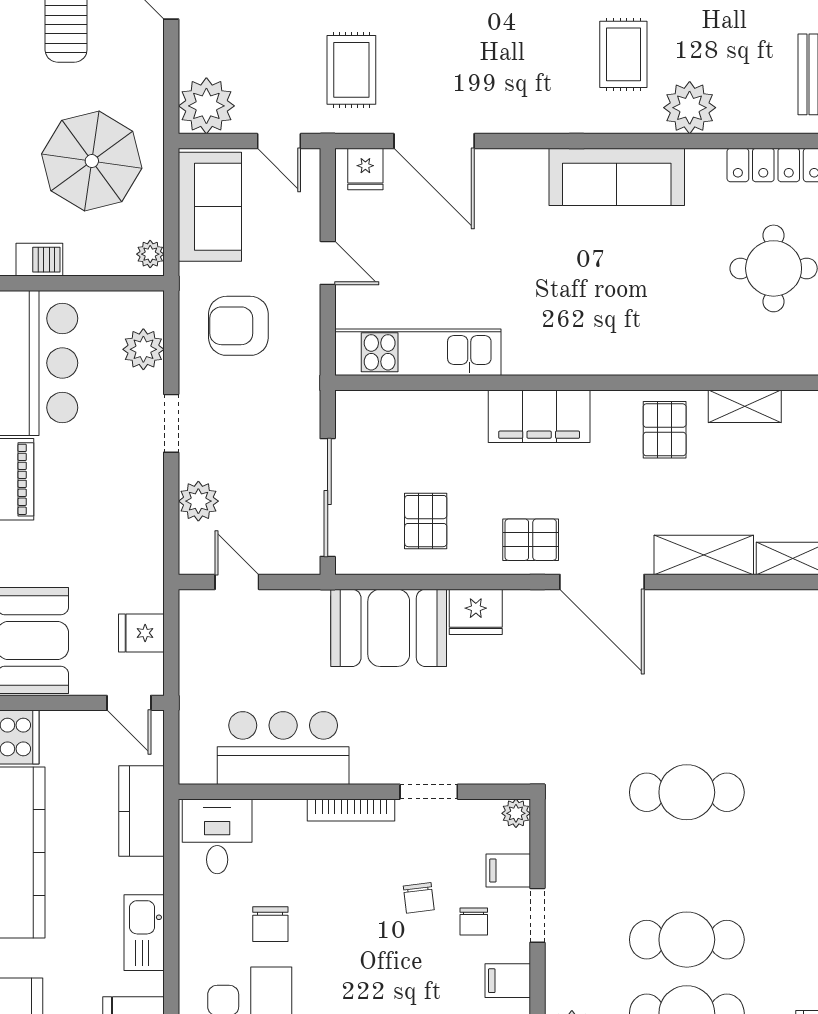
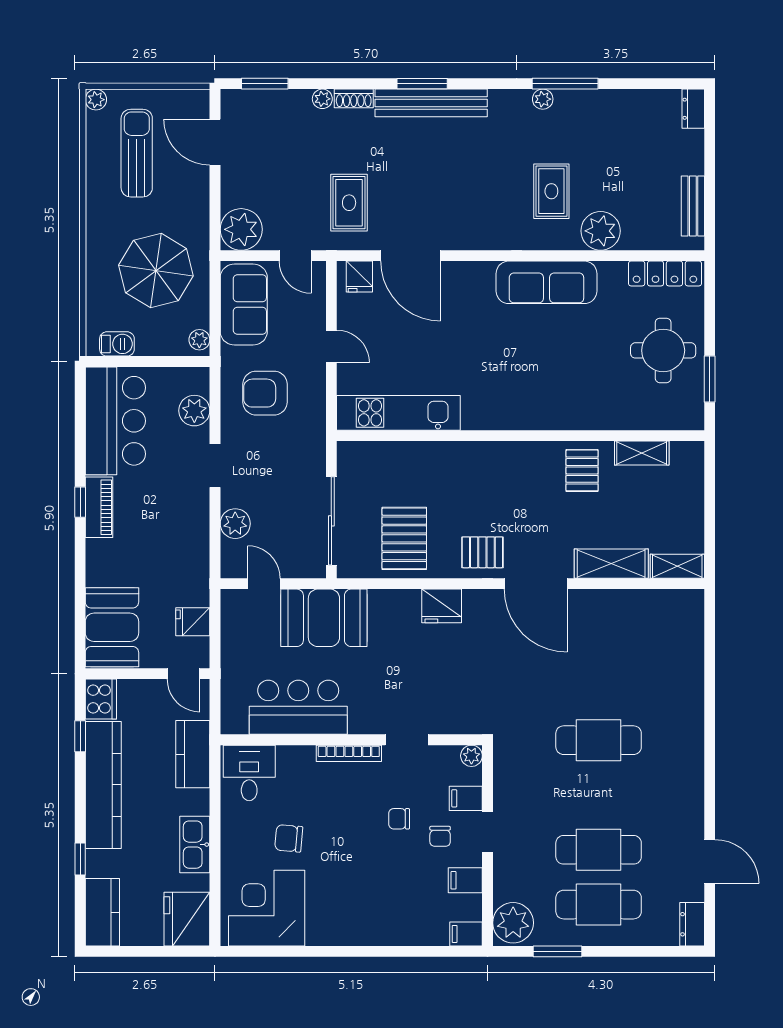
filing cabinet: (539, 416) -> (489, 460), removed
pallet: (426, 521) -> (404, 538), width x1.50, depth x1.42
booth: (389, 628) -> (324, 618), moved
chair: (419, 898) -> (399, 819), turned 97
chair: (270, 924) -> (289, 838), turned 95

